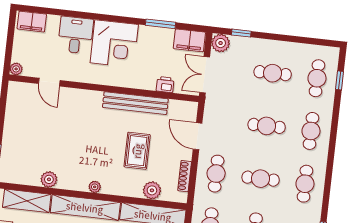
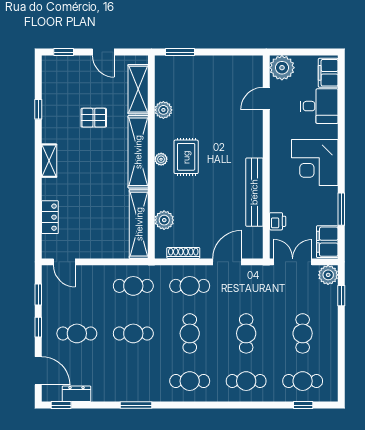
desk: (75, 35) -> (319, 106), moved
plant: (16, 69) -> (282, 68), width x1.88, depth x1.88
rug: (137, 151) -> (186, 157), moved, turned 90

